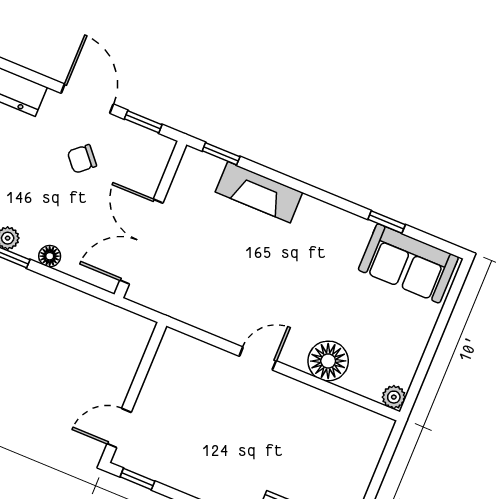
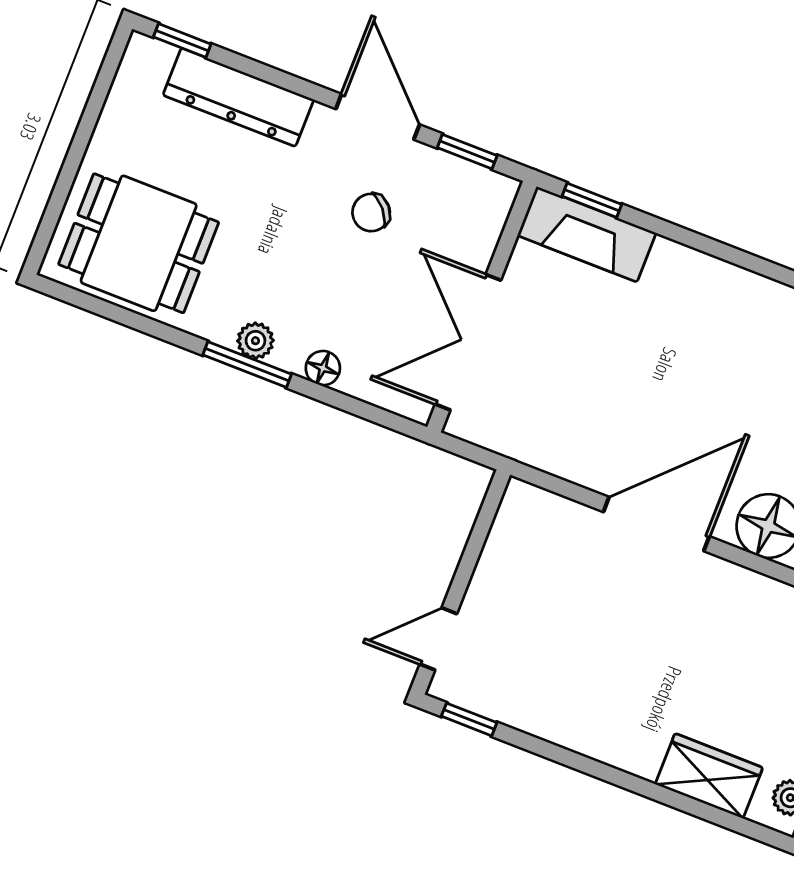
fireplace: (259, 192) -> (587, 234), moved
door: (258, 358) -> (656, 524), width x1.87

